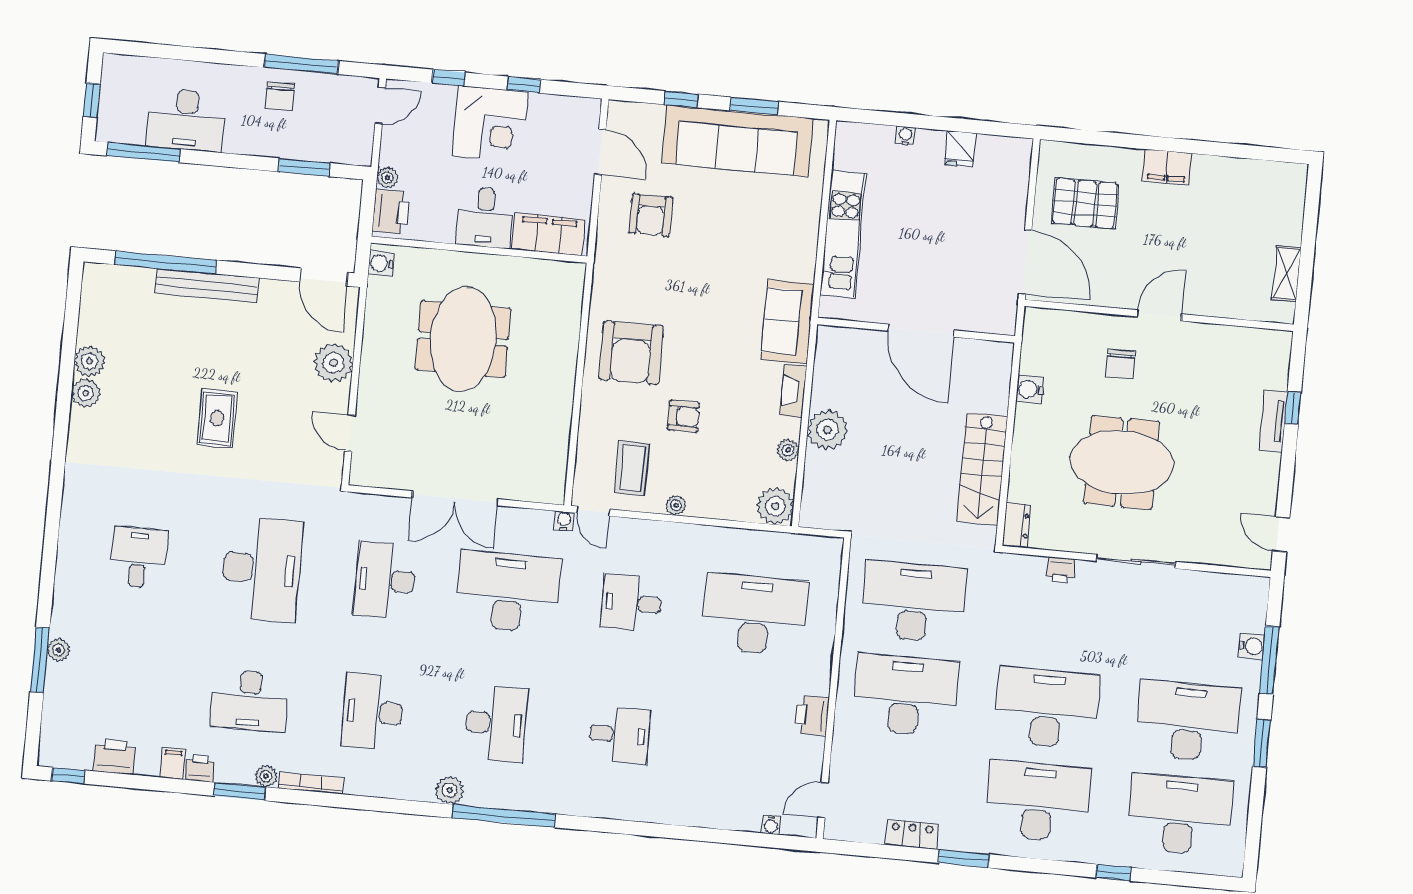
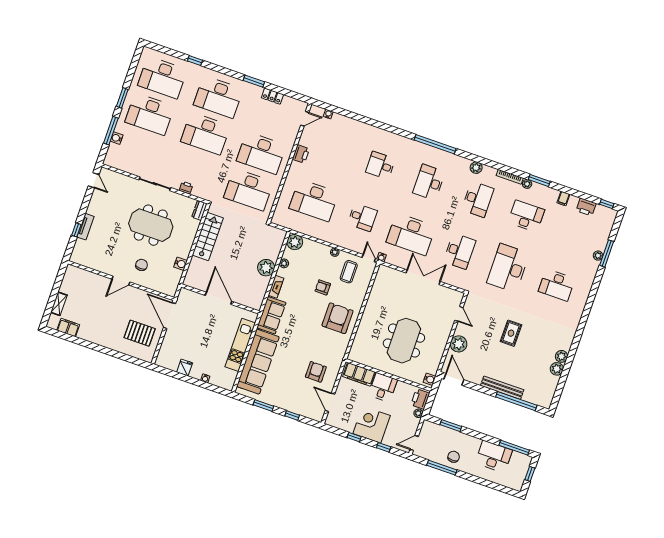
sofa: (737, 141) -> (258, 362), moved, turned 90
filing cabinet: (1167, 167) -> (68, 328), moved
shelving: (1286, 274) -> (59, 304), moved
desk: (138, 557) -> (557, 285), width x1.37
printer: (200, 768) -> (553, 194), removed
plant: (450, 790) -> (476, 168), moved

